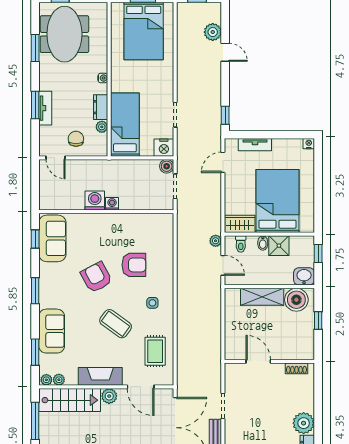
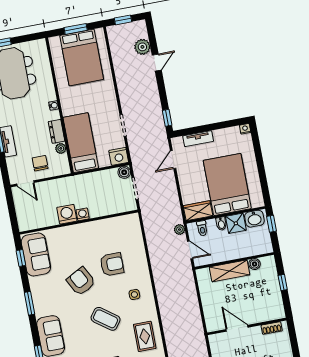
door: (225, 52) -> (157, 63), hinge flipped
washbasin: (304, 276) -> (254, 219), moved, turned 180
boiler: (296, 300) -> (255, 264), width x0.54, depth x0.54

